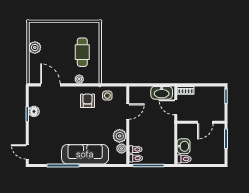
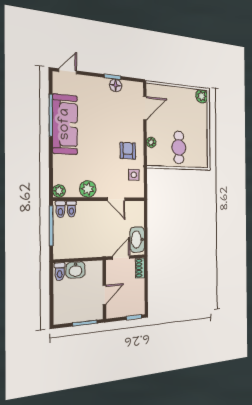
plant: (35, 47) -> (202, 96), moved
cafe table: (82, 52) -> (179, 147), turned 90
armchair: (87, 101) -> (128, 151), turned -90
door: (205, 122) -> (104, 295), swing flipped
plant: (122, 148) -> (59, 191), moved
sofa: (85, 154) -> (65, 124), moved

